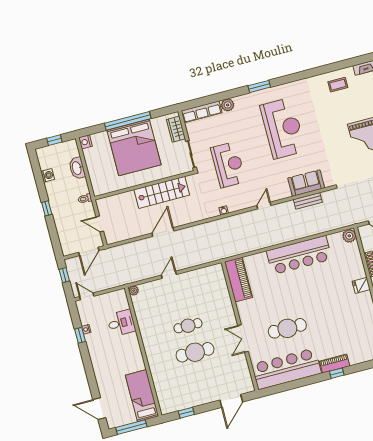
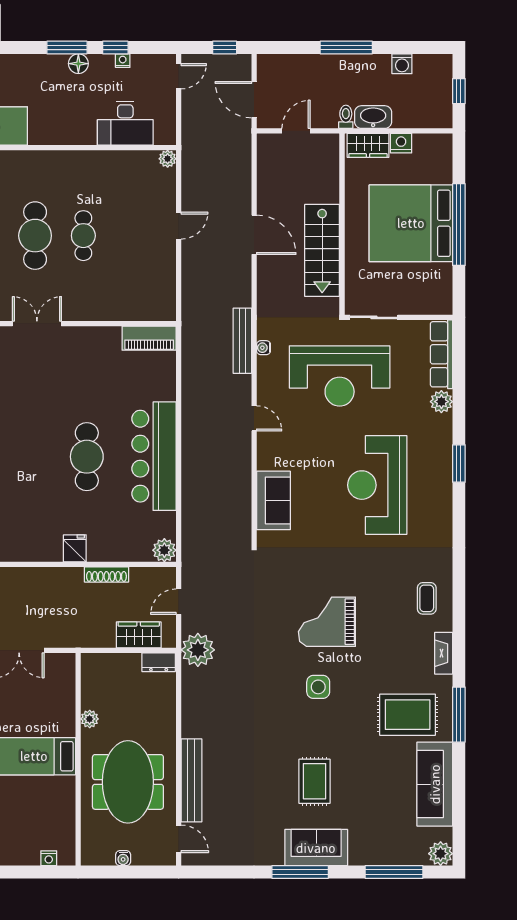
reception desk: (283, 128) -> (377, 485), turned 90
wardrobe: (176, 129) -> (368, 145), moved, turned 180
nightstand: (85, 142) -> (401, 143), moved
reception desk: (228, 165) -> (340, 376), width x1.36, depth x1.30
washbasin: (77, 168) -> (373, 117), moved
bench: (308, 201) -> (242, 341), moved, width x1.36
window: (47, 208) -> (346, 47), width x2.17
door: (169, 275) -> (179, 226), hinge flipped
piano: (239, 280) -> (149, 338), width x0.73, depth x0.75
desk: (121, 323) -> (125, 123), width x1.37
cafe table: (287, 328) -> (87, 457), moved
floor lamp: (94, 353) -> (78, 64), added
window: (87, 362) -> (67, 47), added

